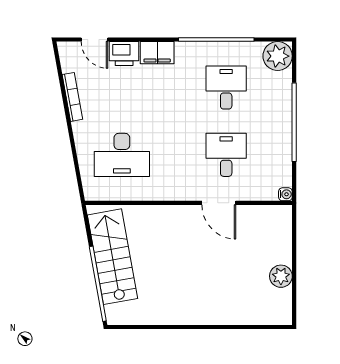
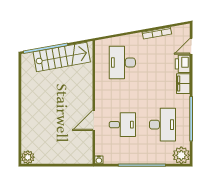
desk: (226, 88) -> (162, 125), width x1.37
plant: (281, 276) -> (28, 157), moved

